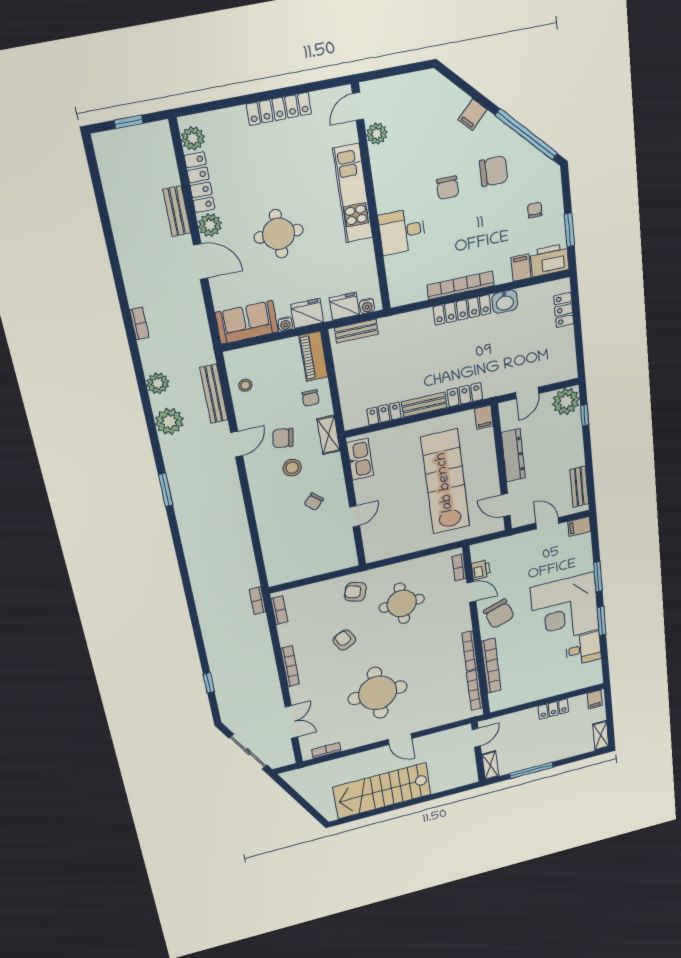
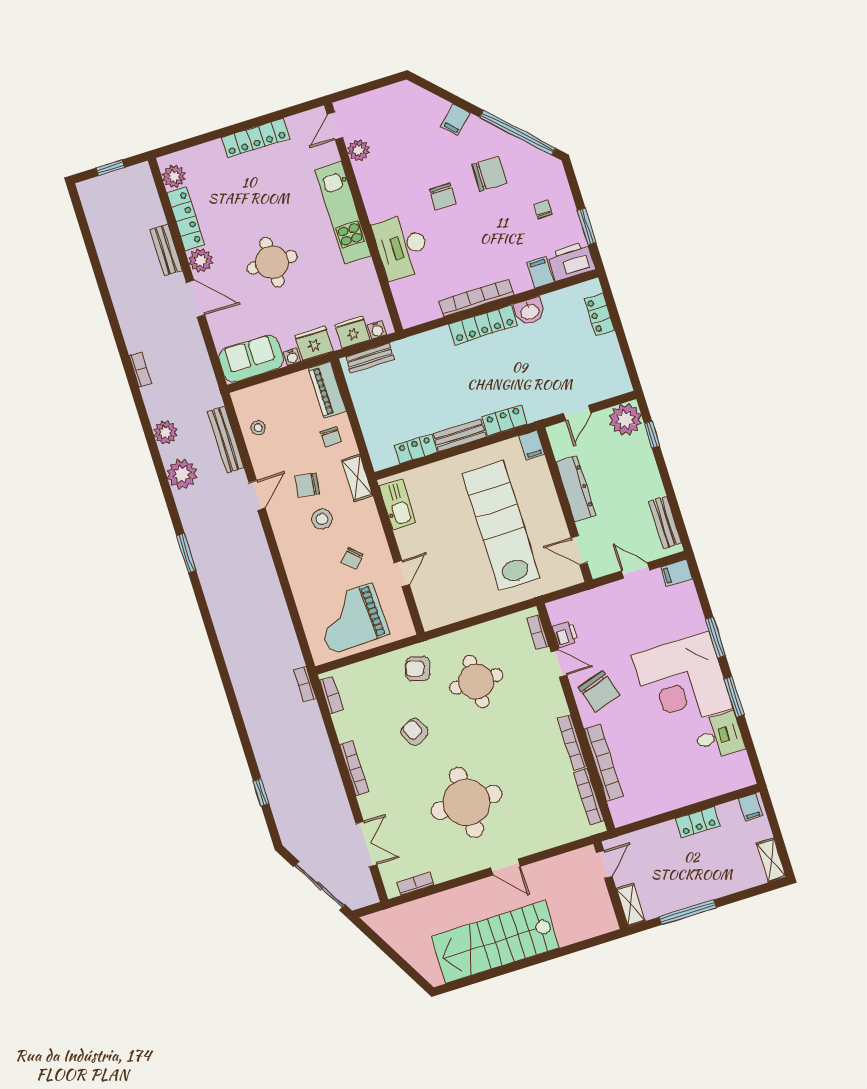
desk: (402, 231) -> (402, 247), width x1.37
grand piano: (305, 551) -> (351, 619), added

